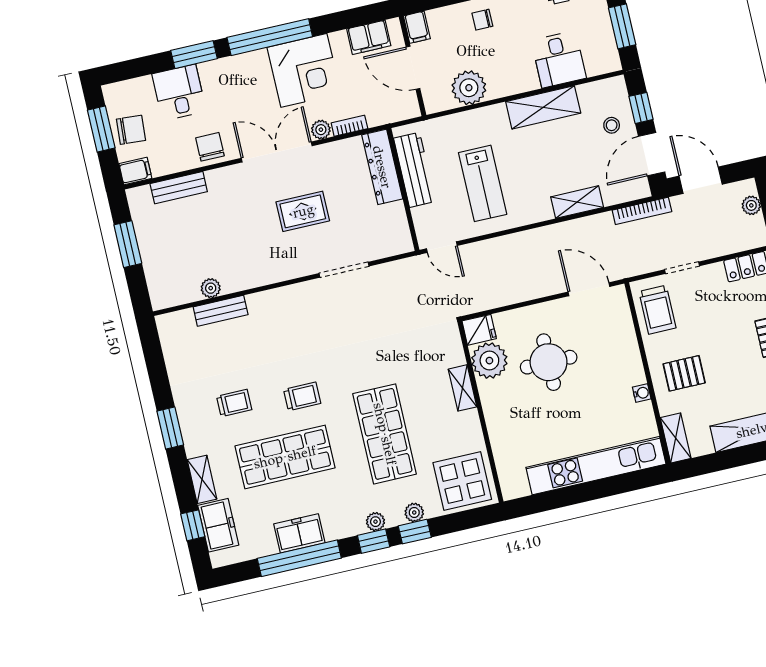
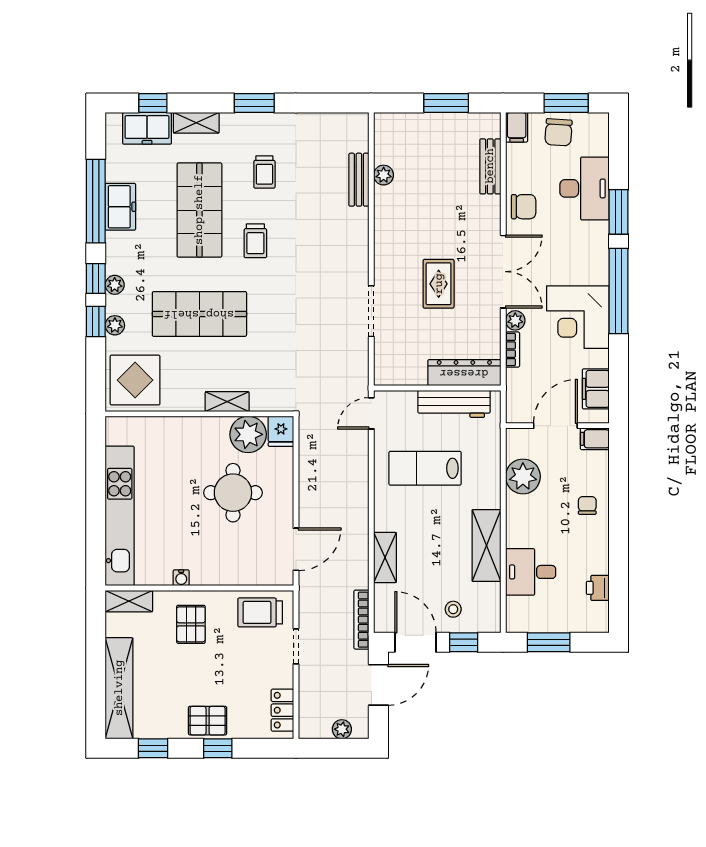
desk: (179, 92) -> (584, 188), width x1.37

